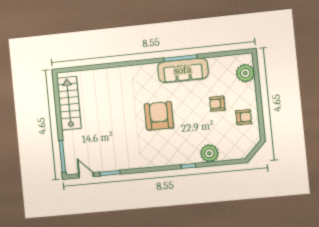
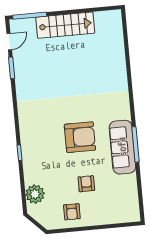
plant: (245, 73) -> (119, 214), removed
stairs: (69, 103) -> (65, 25), moved
armchair: (159, 116) -> (80, 137), moved
plant: (209, 153) -> (35, 194), moved

